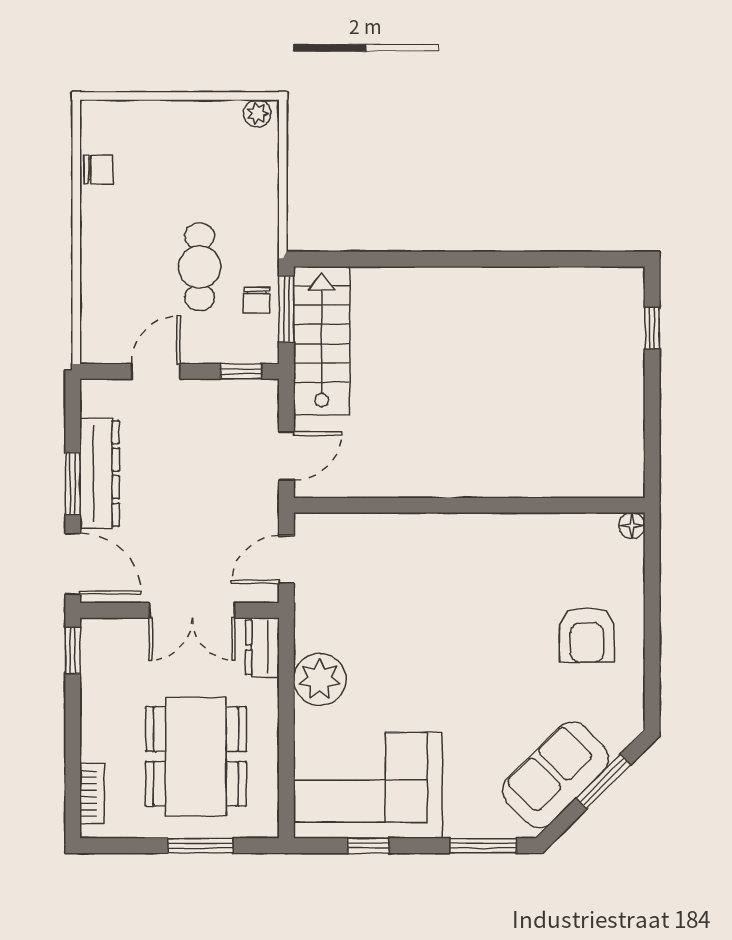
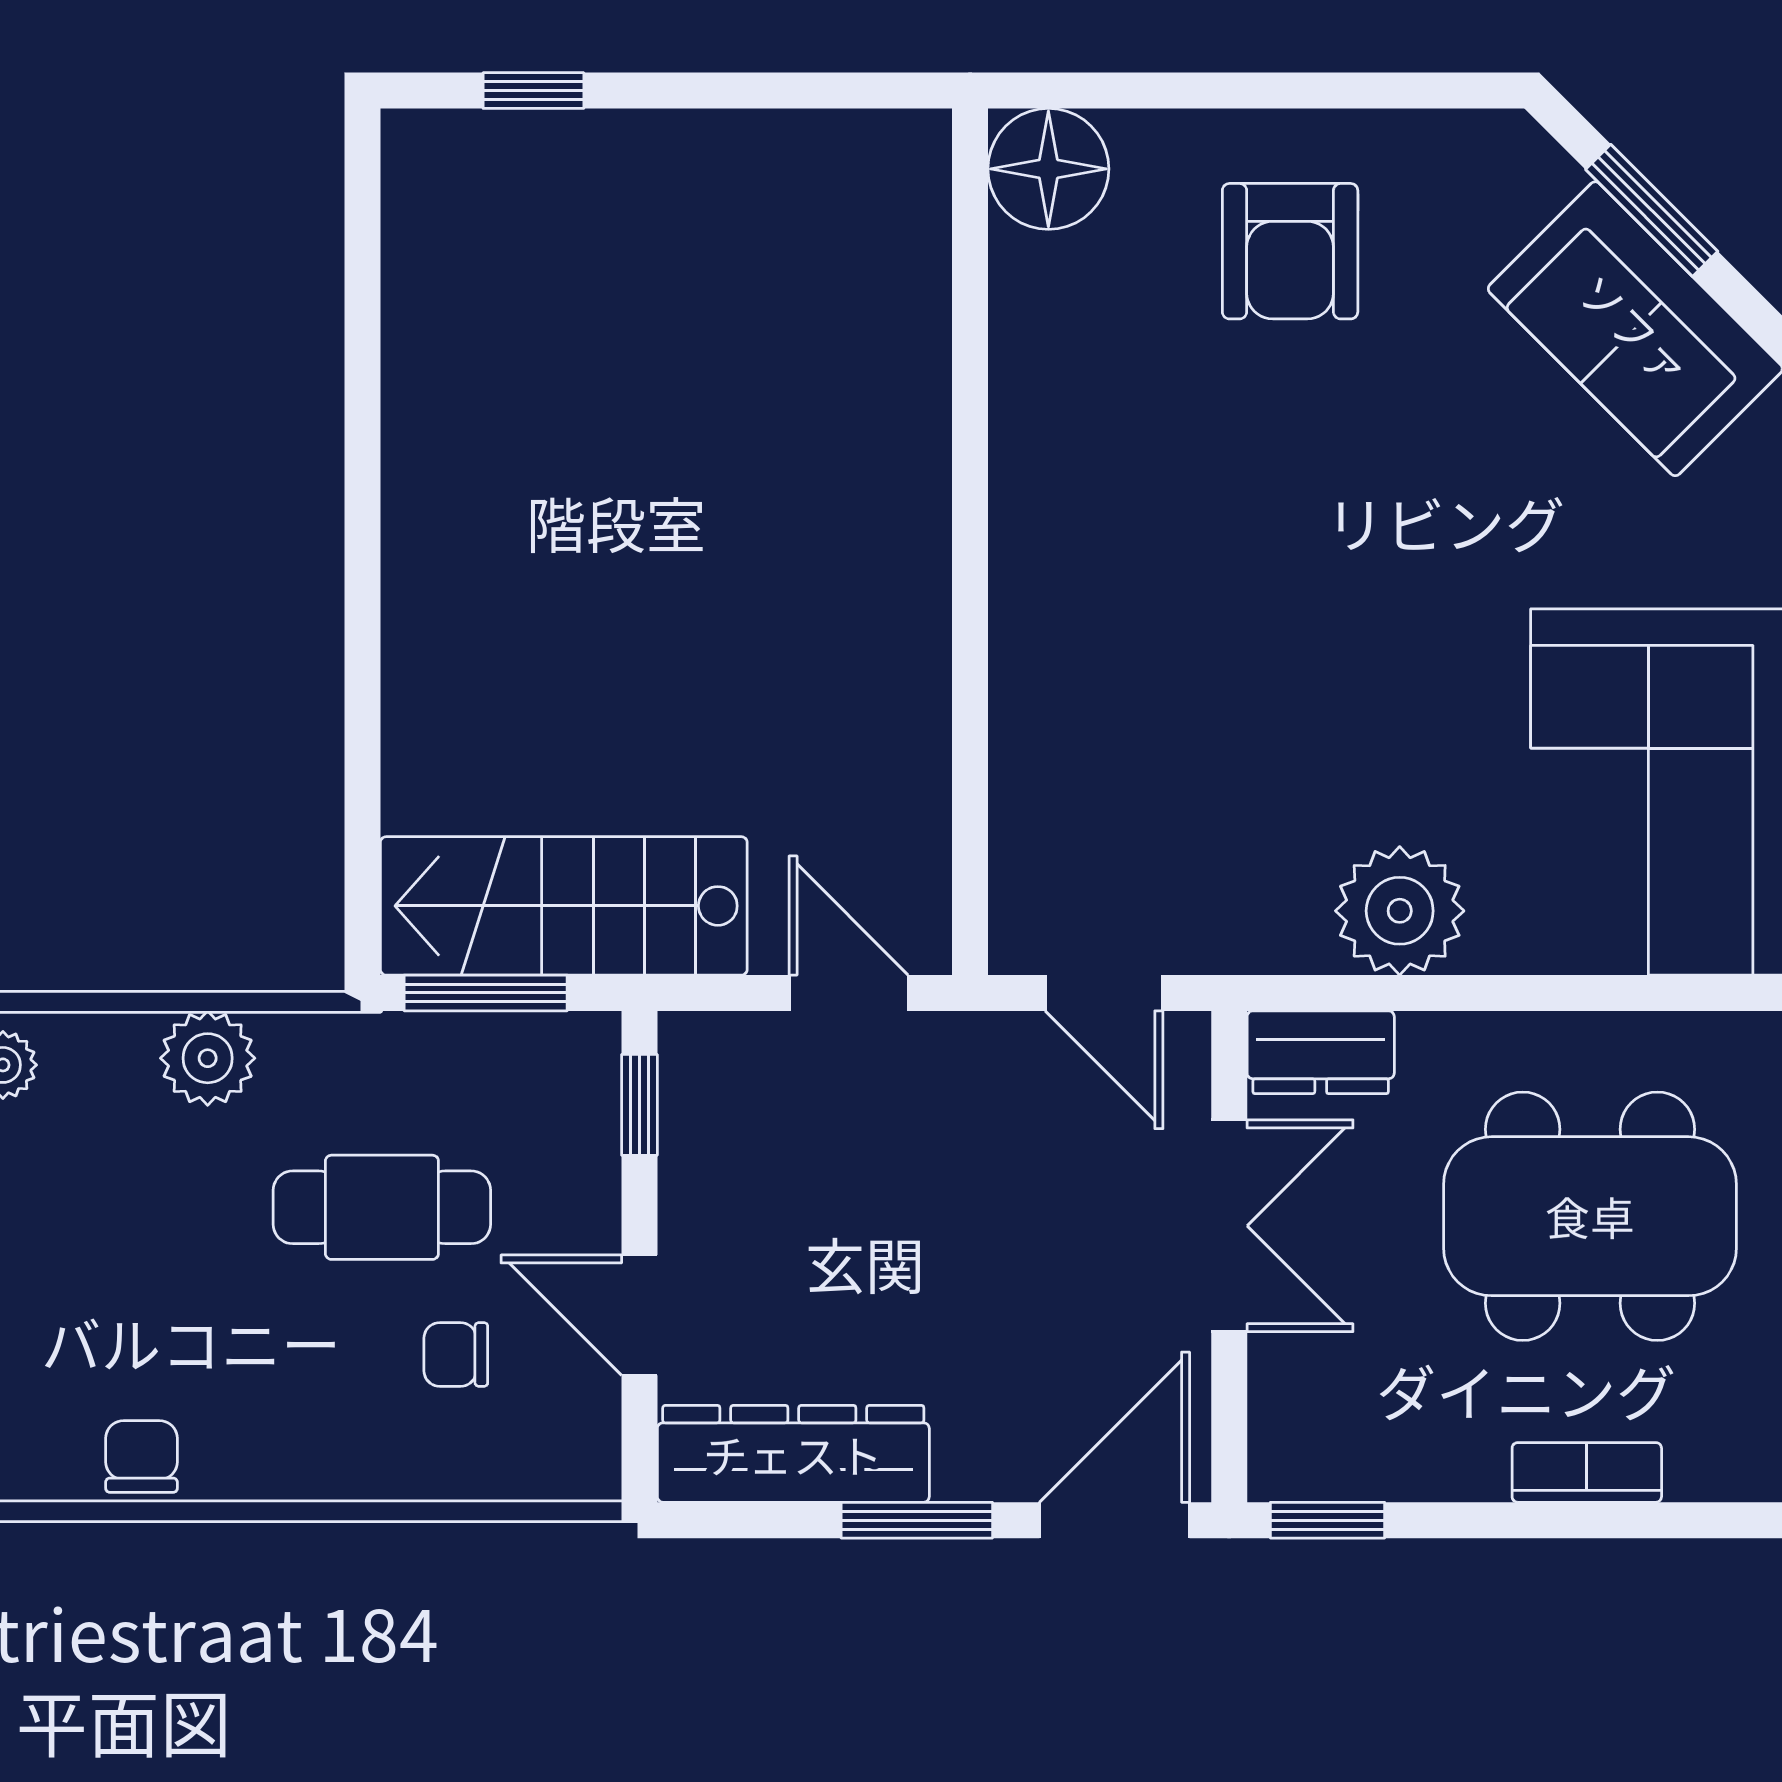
plant: (260, 196) -> (208, 1058), added
chair: (257, 300) -> (456, 1354), moved, turned 180
dresser: (100, 473) -> (793, 1454), moved
floor lamp: (632, 526) -> (1048, 169), width x1.89, depth x1.89
armchair: (587, 635) -> (1290, 251), turned 90
bookcase: (92, 793) -> (1587, 1472), moved

